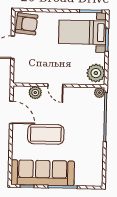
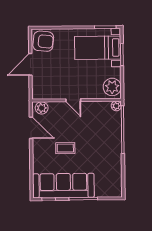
plant: (35, 93) -> (42, 108), moved
coffee table: (46, 134) -> (65, 148), width x0.54, depth x0.58

